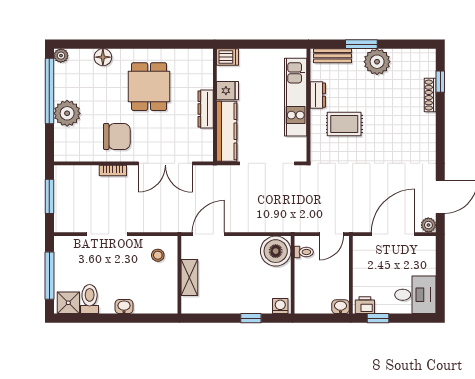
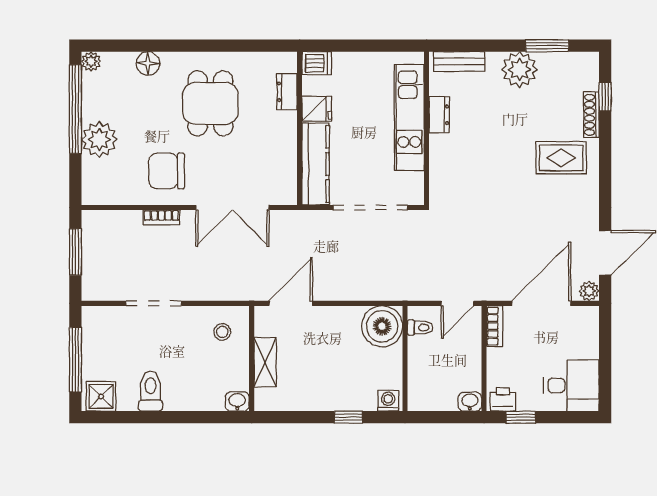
window: (361, 44) -> (547, 46), moved
dresser: (206, 109) -> (287, 92), moved, width x0.70
rug: (344, 124) -> (561, 158), moved
chair: (117, 136) -> (167, 171), turned 180
bookcase: (359, 251) -> (495, 326), added
toilet: (90, 299) -> (150, 391), moved
washbasin: (124, 307) -> (237, 402), moved

